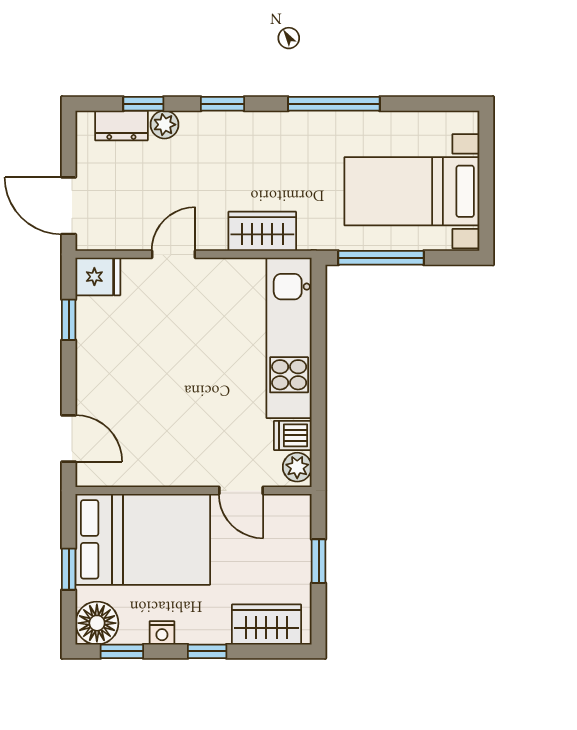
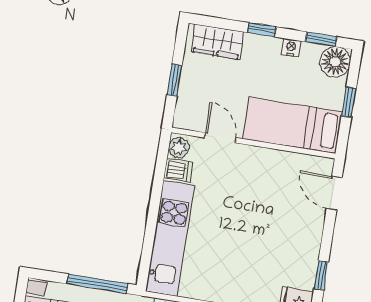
bed: (143, 539) -> (292, 125), width x0.67

